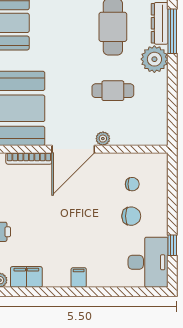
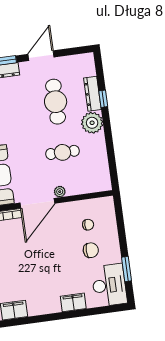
window: (172, 31) -> (103, 99), width x0.46
window: (172, 245) -> (127, 269), width x1.50
filing cabinet: (79, 278) -> (73, 302), moved, width x2.00

